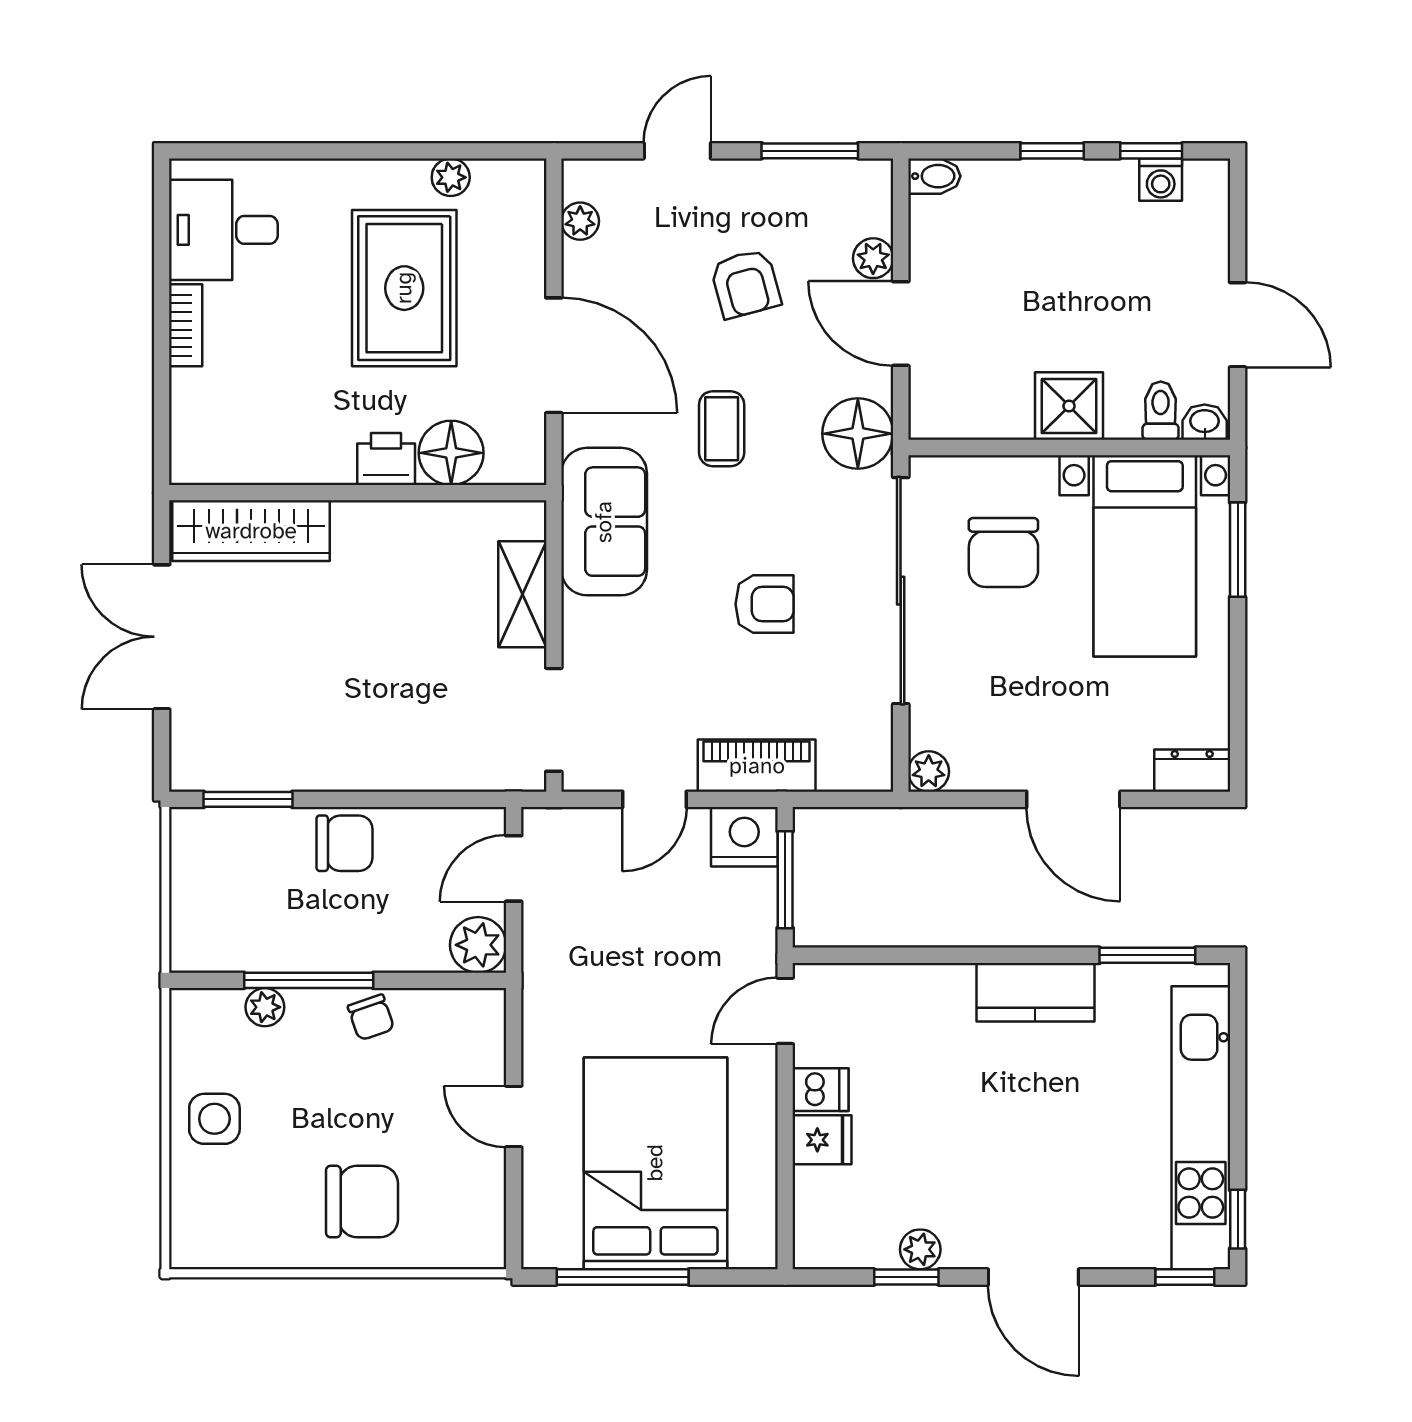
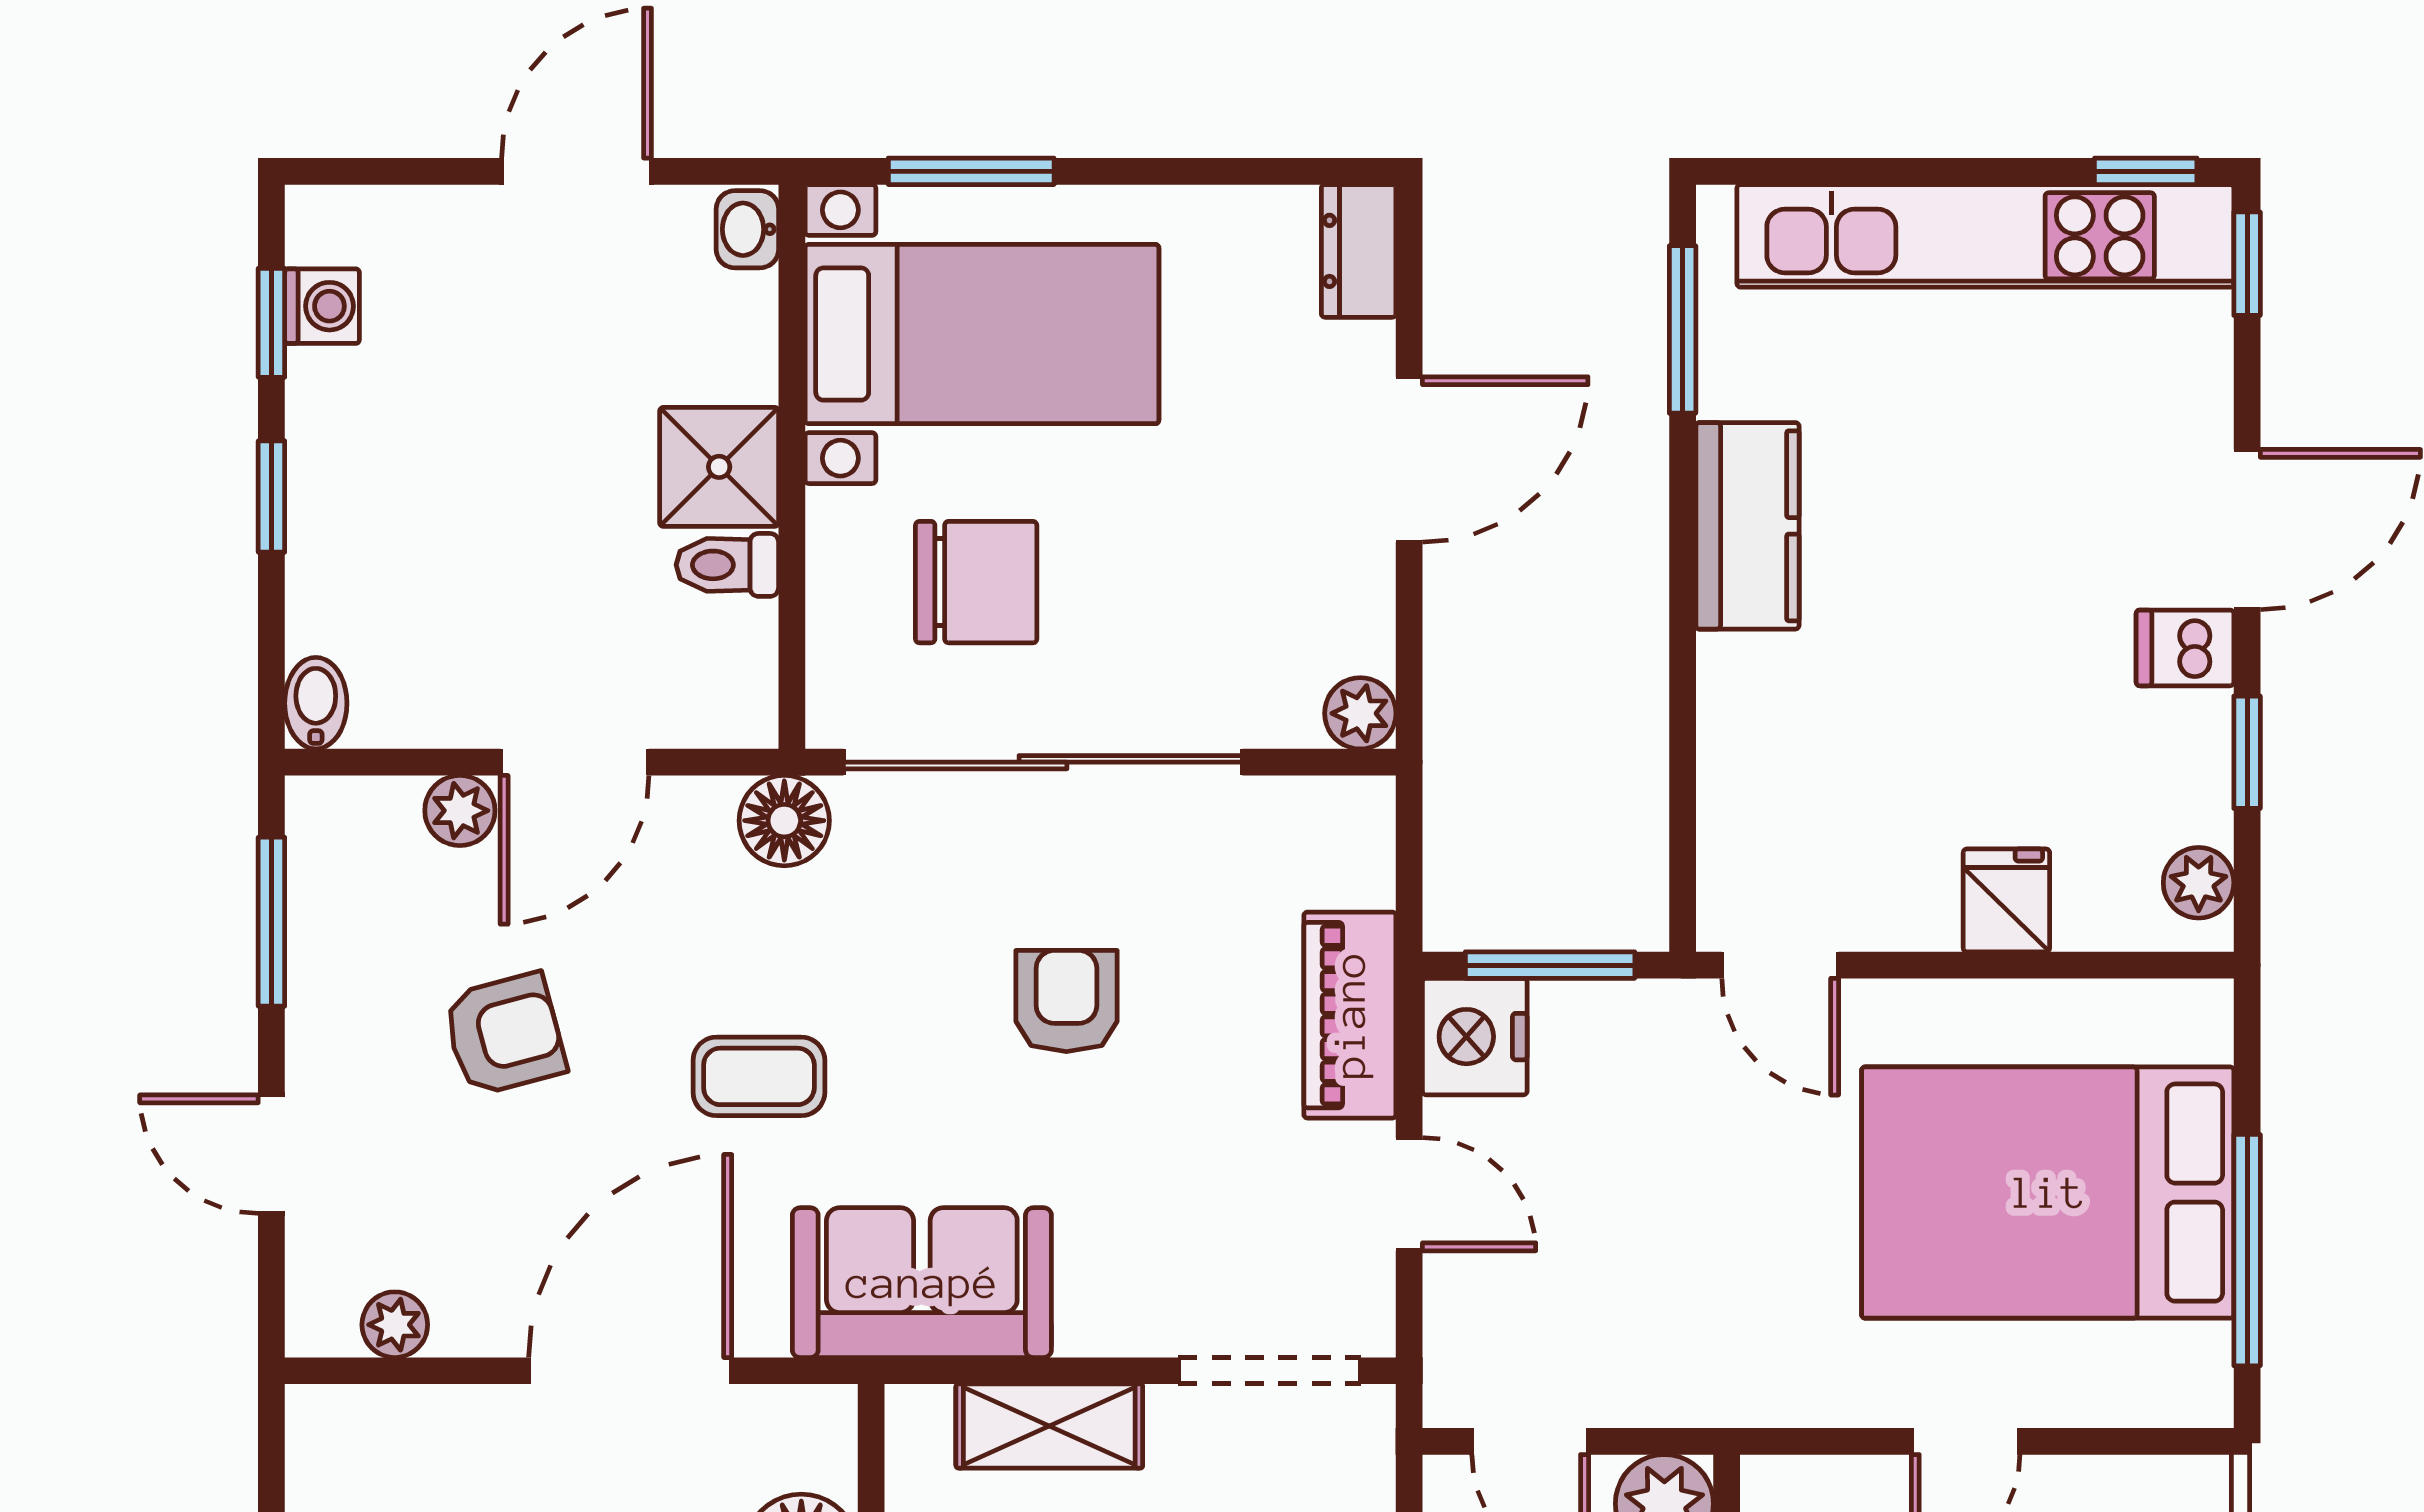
toilet: (1161, 411) -> (727, 565), moved
floor lamp: (858, 434) -> (784, 821), width x0.73, depth x0.73
dishwasher: (820, 1090) -> (2185, 648), moved, turned -90
plant: (920, 1249) -> (2199, 883), moved

